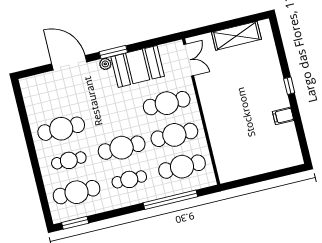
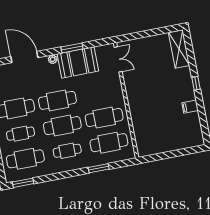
shelving: (236, 36) -> (179, 49), moved, turned 90
window: (113, 52) -> (72, 48), moved
cafe table: (167, 103) -> (57, 100), moved
window: (170, 200) -> (99, 168), width x0.47

